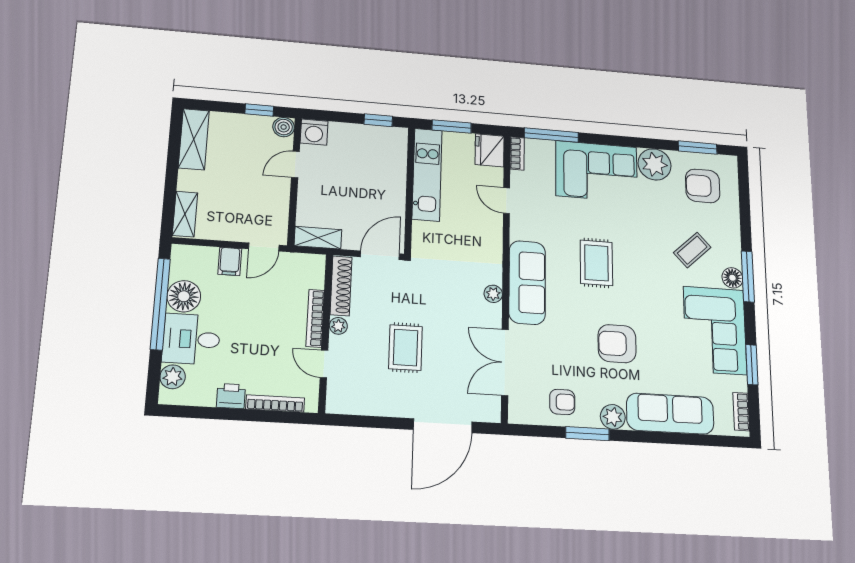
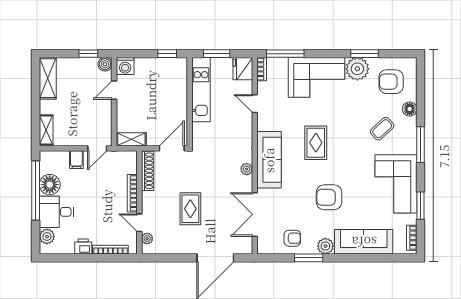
window: (698, 148) -> (364, 54), moved
floor lamp: (732, 278) -> (410, 109), moved
plant: (338, 326) -> (147, 239), moved

